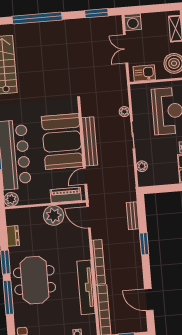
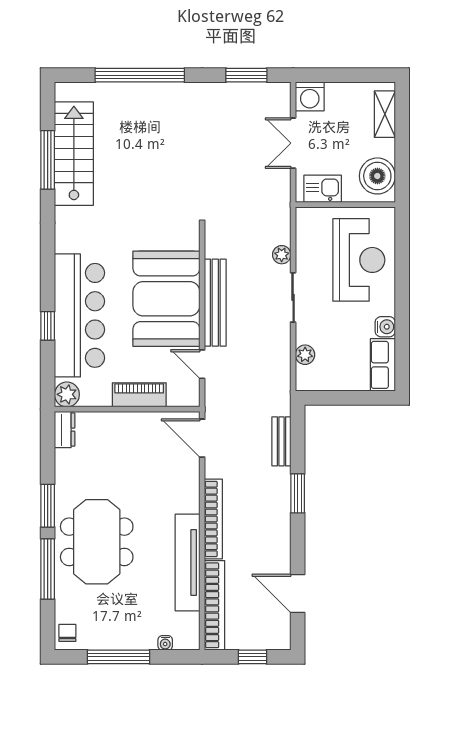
door: (85, 176) -> (202, 364), hinge flipped
piano: (66, 195) -> (139, 395), moved
plant: (54, 215) -> (140, 429), removed
dresser: (13, 236) -> (65, 430), moved

